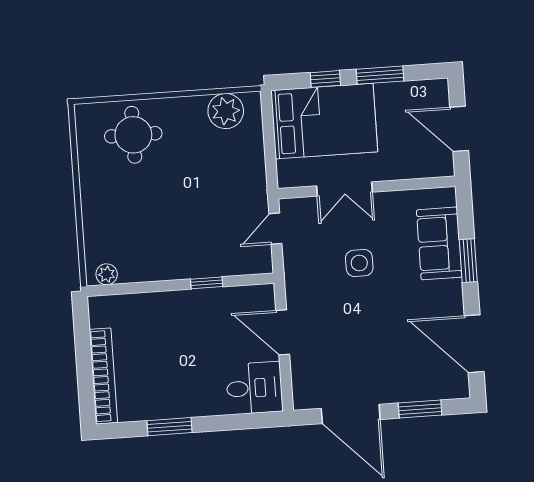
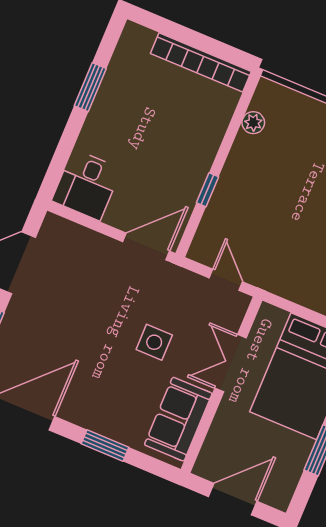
sofa: (439, 243) -> (178, 419), moved, turned -90
plant: (107, 274) -> (253, 123), moved
door: (283, 332) -> (146, 246), moved
bookcase: (103, 376) -> (201, 62), moved

